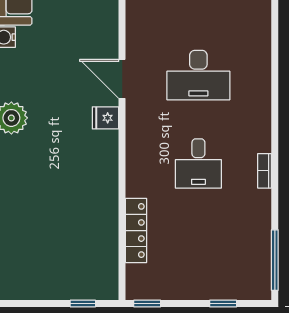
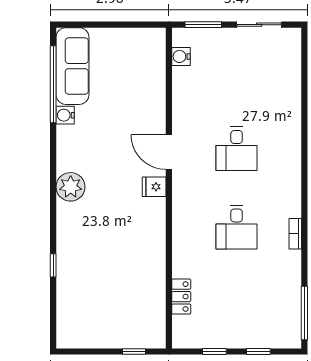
desk: (198, 75) -> (237, 149), width x0.73
locker: (136, 231) -> (181, 297), width x0.66
window: (147, 303) -> (214, 352), moved

